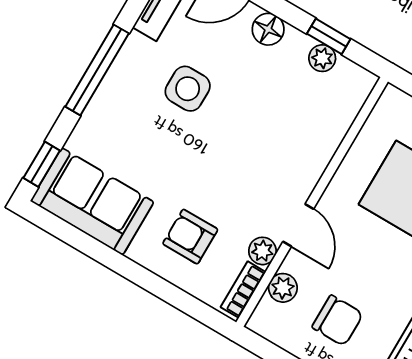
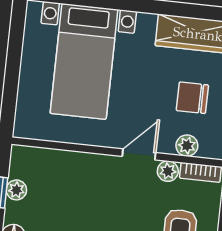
chair: (338, 320) -> (192, 98), turned -90

